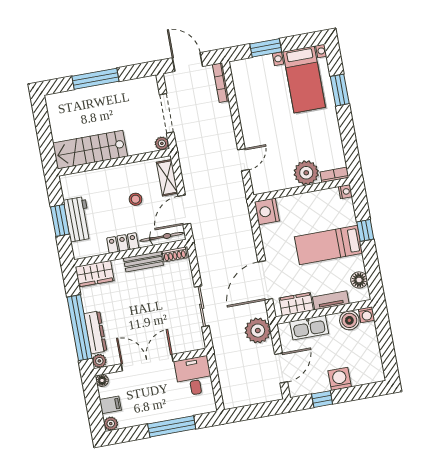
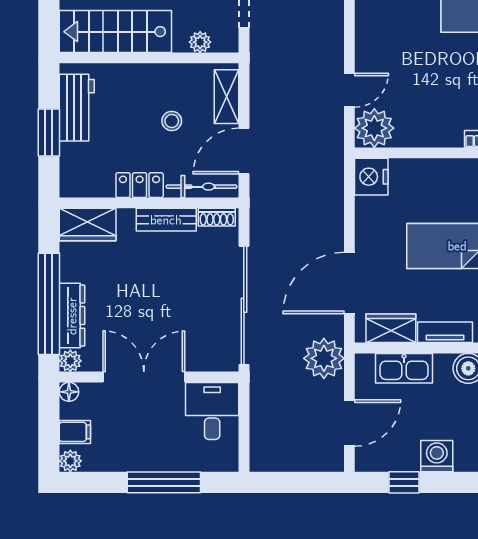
plant: (162, 143) -> (200, 42), moved
plant: (306, 173) -> (374, 128), moved
workbench: (78, 219) -> (77, 108), moved
sliding door: (202, 306) -> (244, 305), width x1.86

